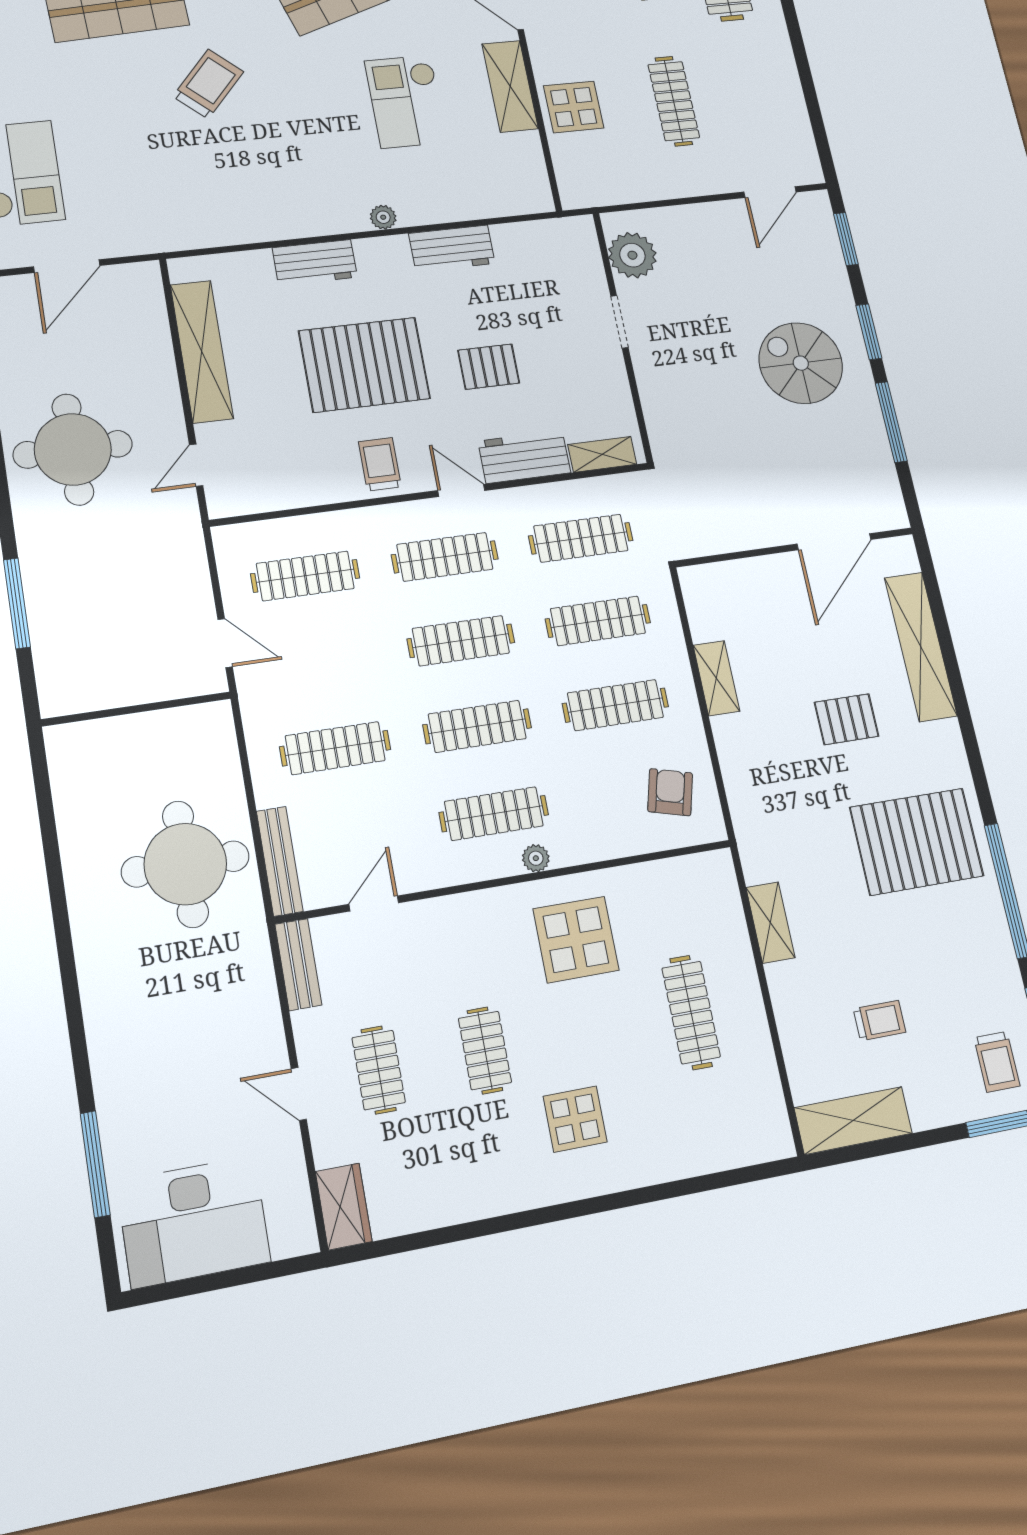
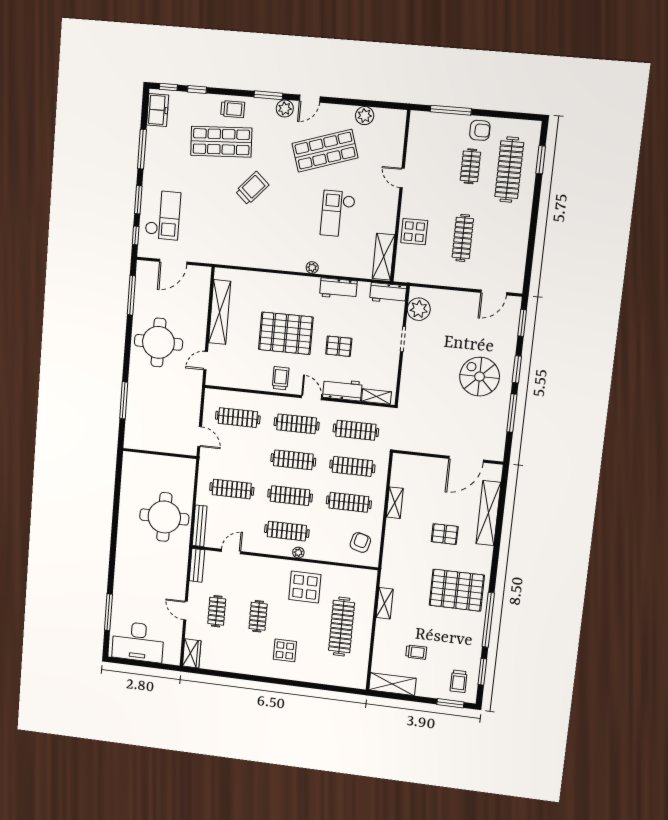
shelving: (510, 86) -> (384, 257), moved
workbench: (315, 263) -> (388, 293), moved
clothes rail: (691, 1012) -> (342, 627), width x1.37, depth x1.31

